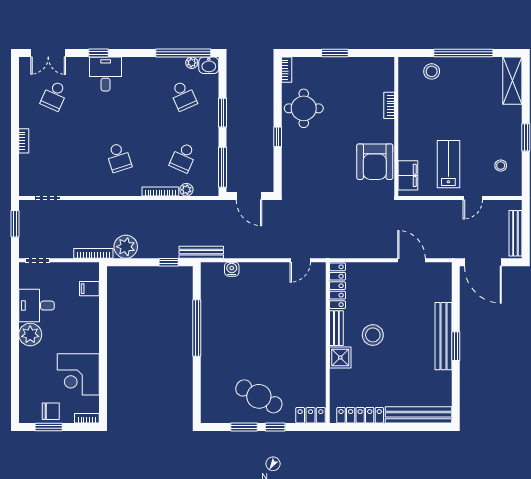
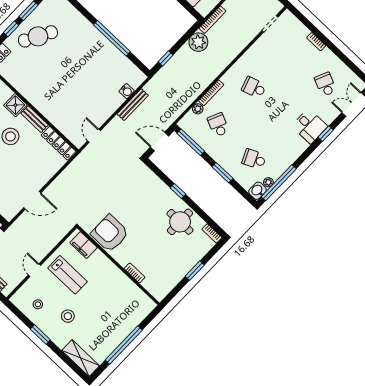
stool: (432, 71) -> (68, 316), moved
bench: (201, 252) -> (133, 105), moved

